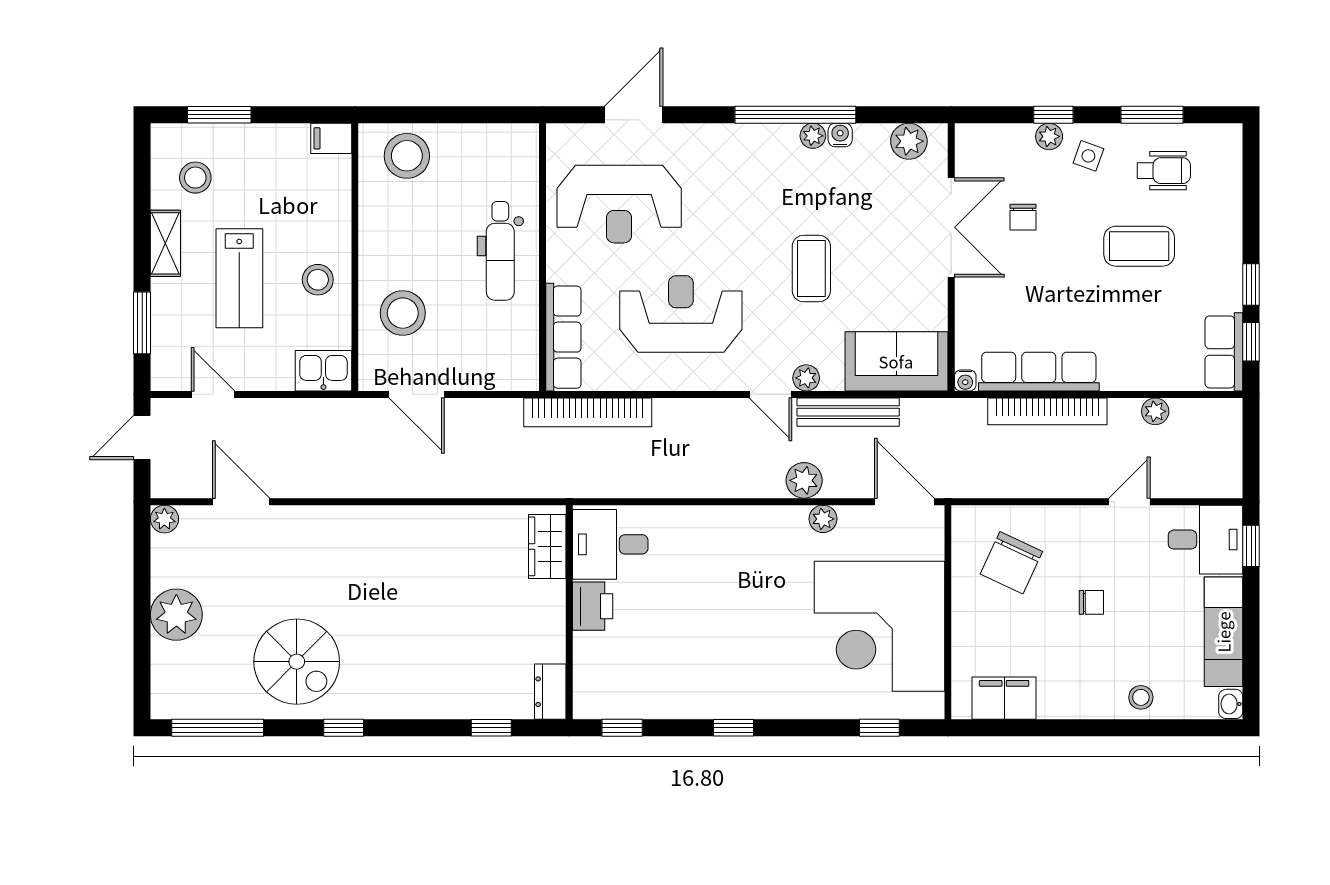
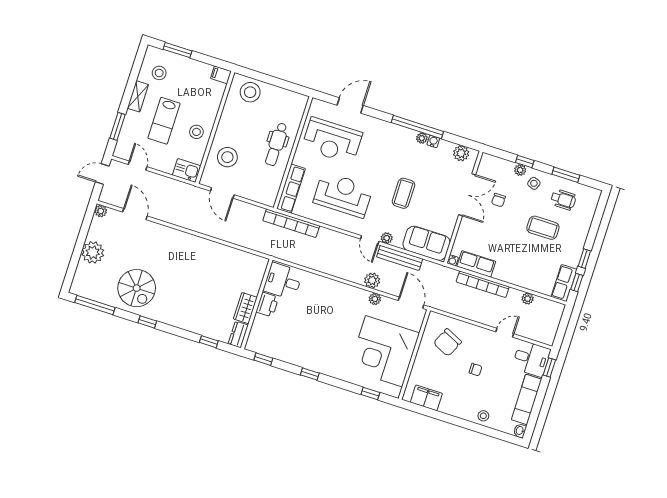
row of seats: (1039, 372) -> (476, 264), width x0.68
wardrobe: (547, 546) -> (245, 308), moved

